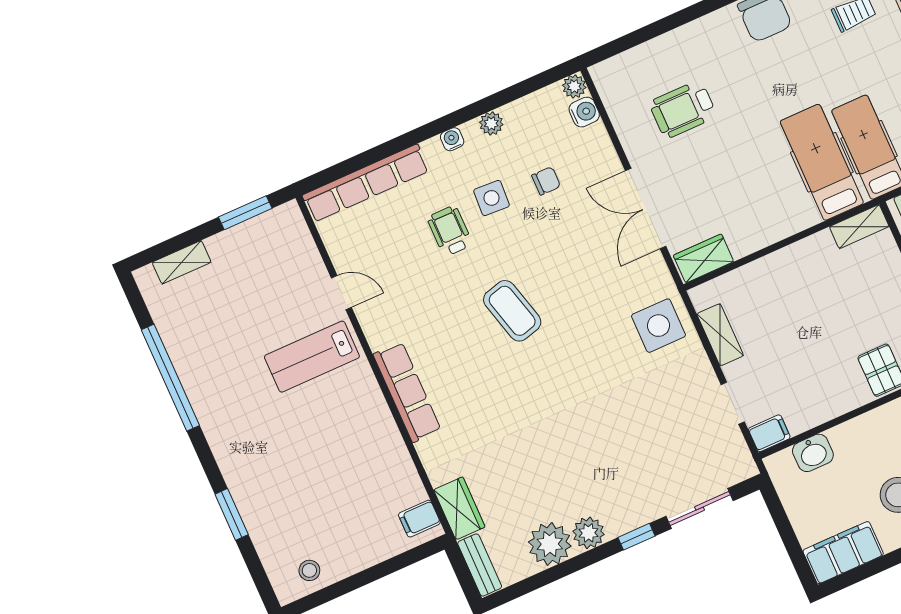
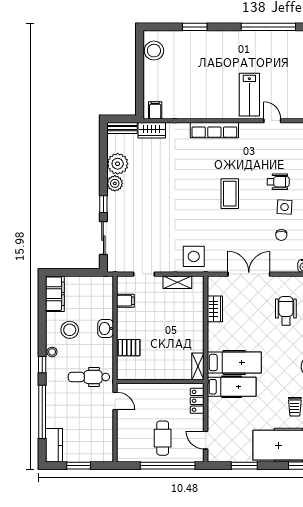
wardrobe: (703, 258) -> (215, 309), moved
door: (341, 293) -> (272, 121), swing flipped
coffee table: (512, 311) -> (230, 194), turned -75
lab bench: (312, 357) -> (249, 95), turned 180
filing cabinet: (769, 433) -> (125, 301), moved, turned -90
washbasin: (813, 453) -> (106, 328), moved
stool: (309, 570) -> (154, 51), width x1.89, depth x1.89

